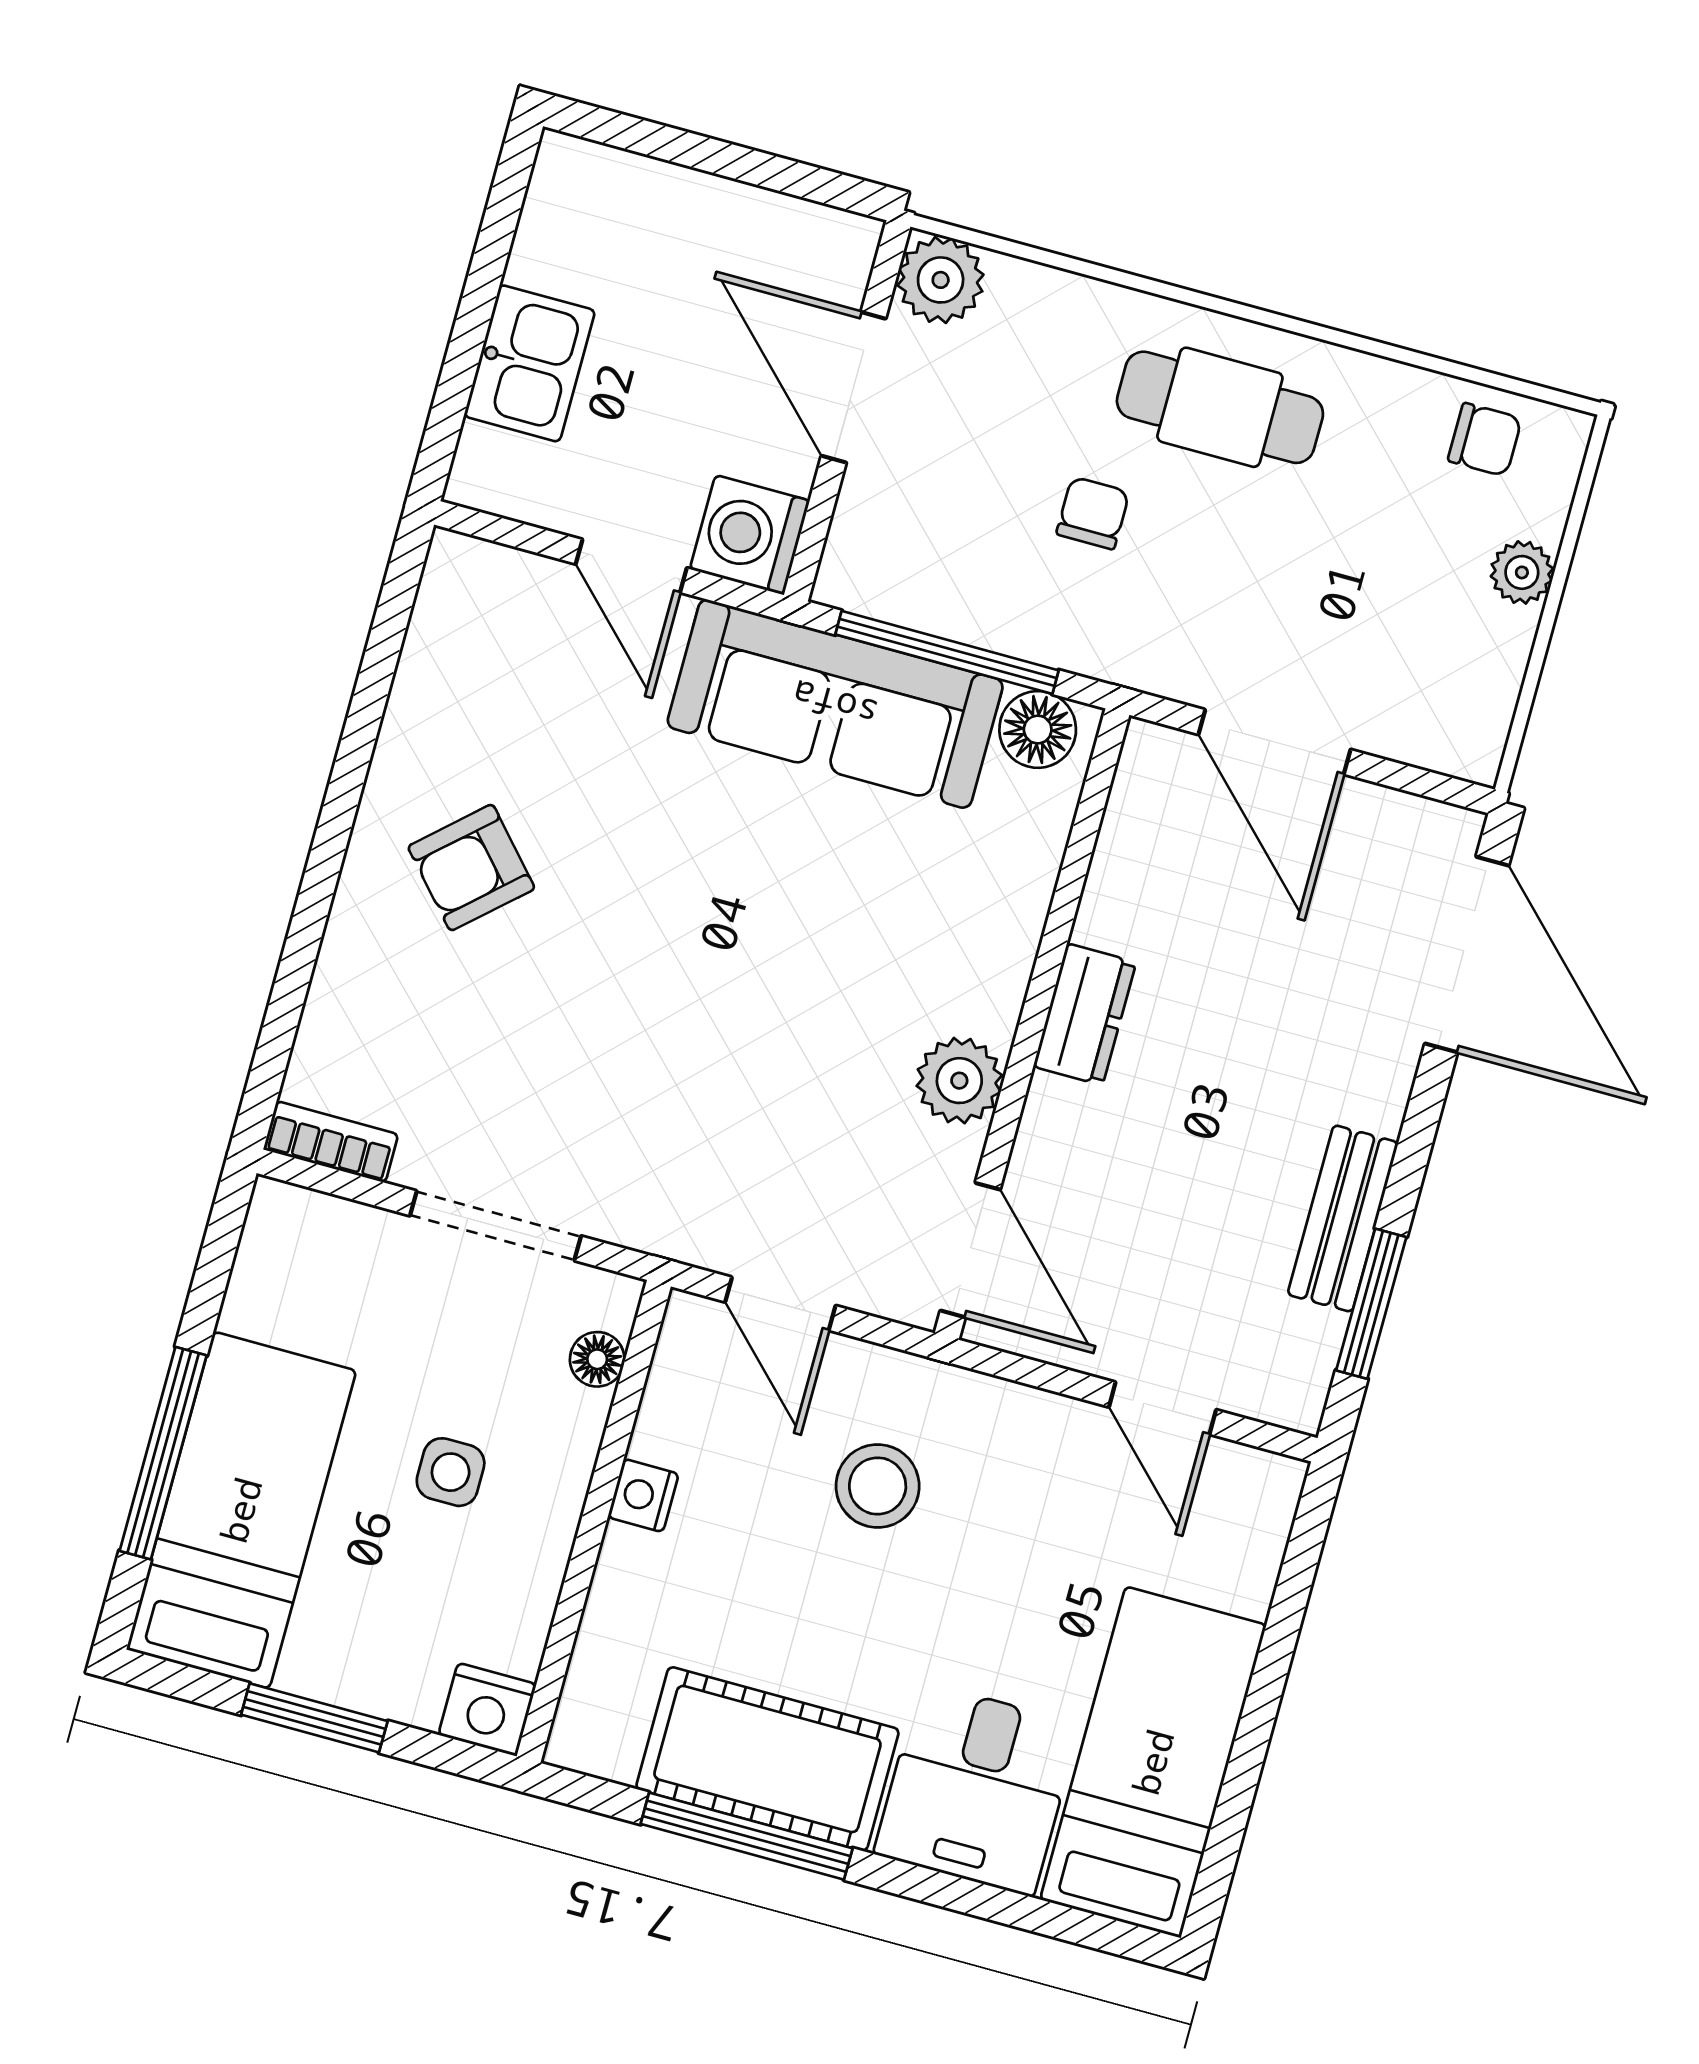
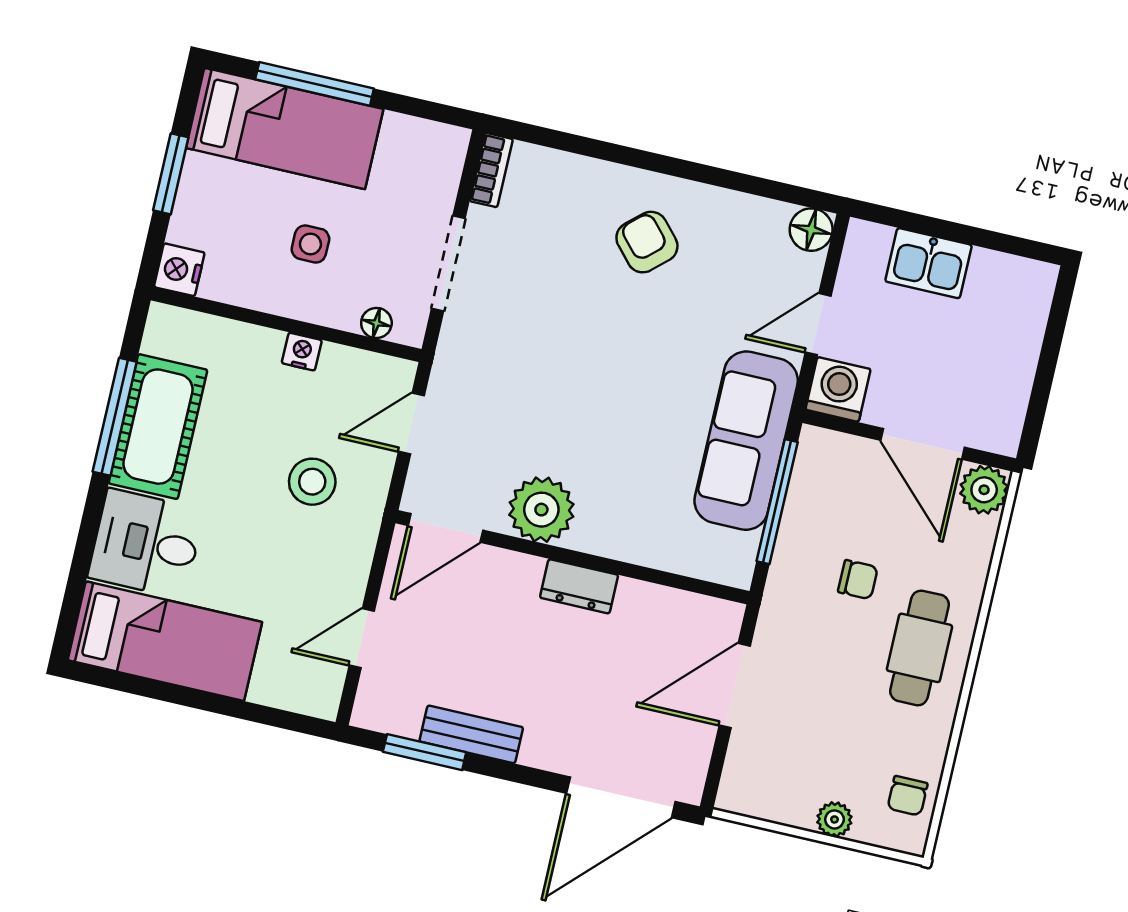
door: (854, 387) -> (922, 444), swing flipped
floor lamp: (1038, 730) -> (811, 230), moved
plant: (959, 1081) -> (541, 510), width x1.36, depth x1.36

